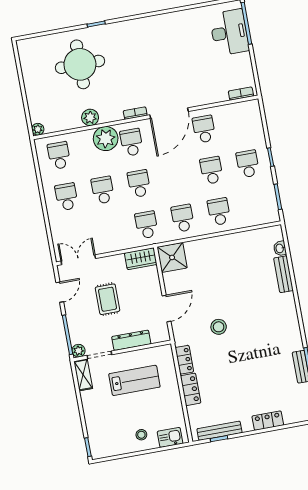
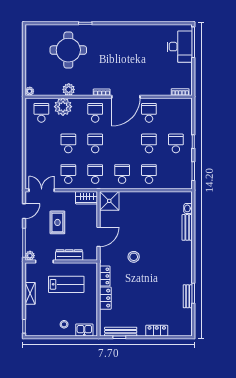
plant: (106, 139) -> (63, 107), moved
school desk: (67, 197) -> (68, 174), moved
shelving: (83, 375) -> (30, 293), moved

